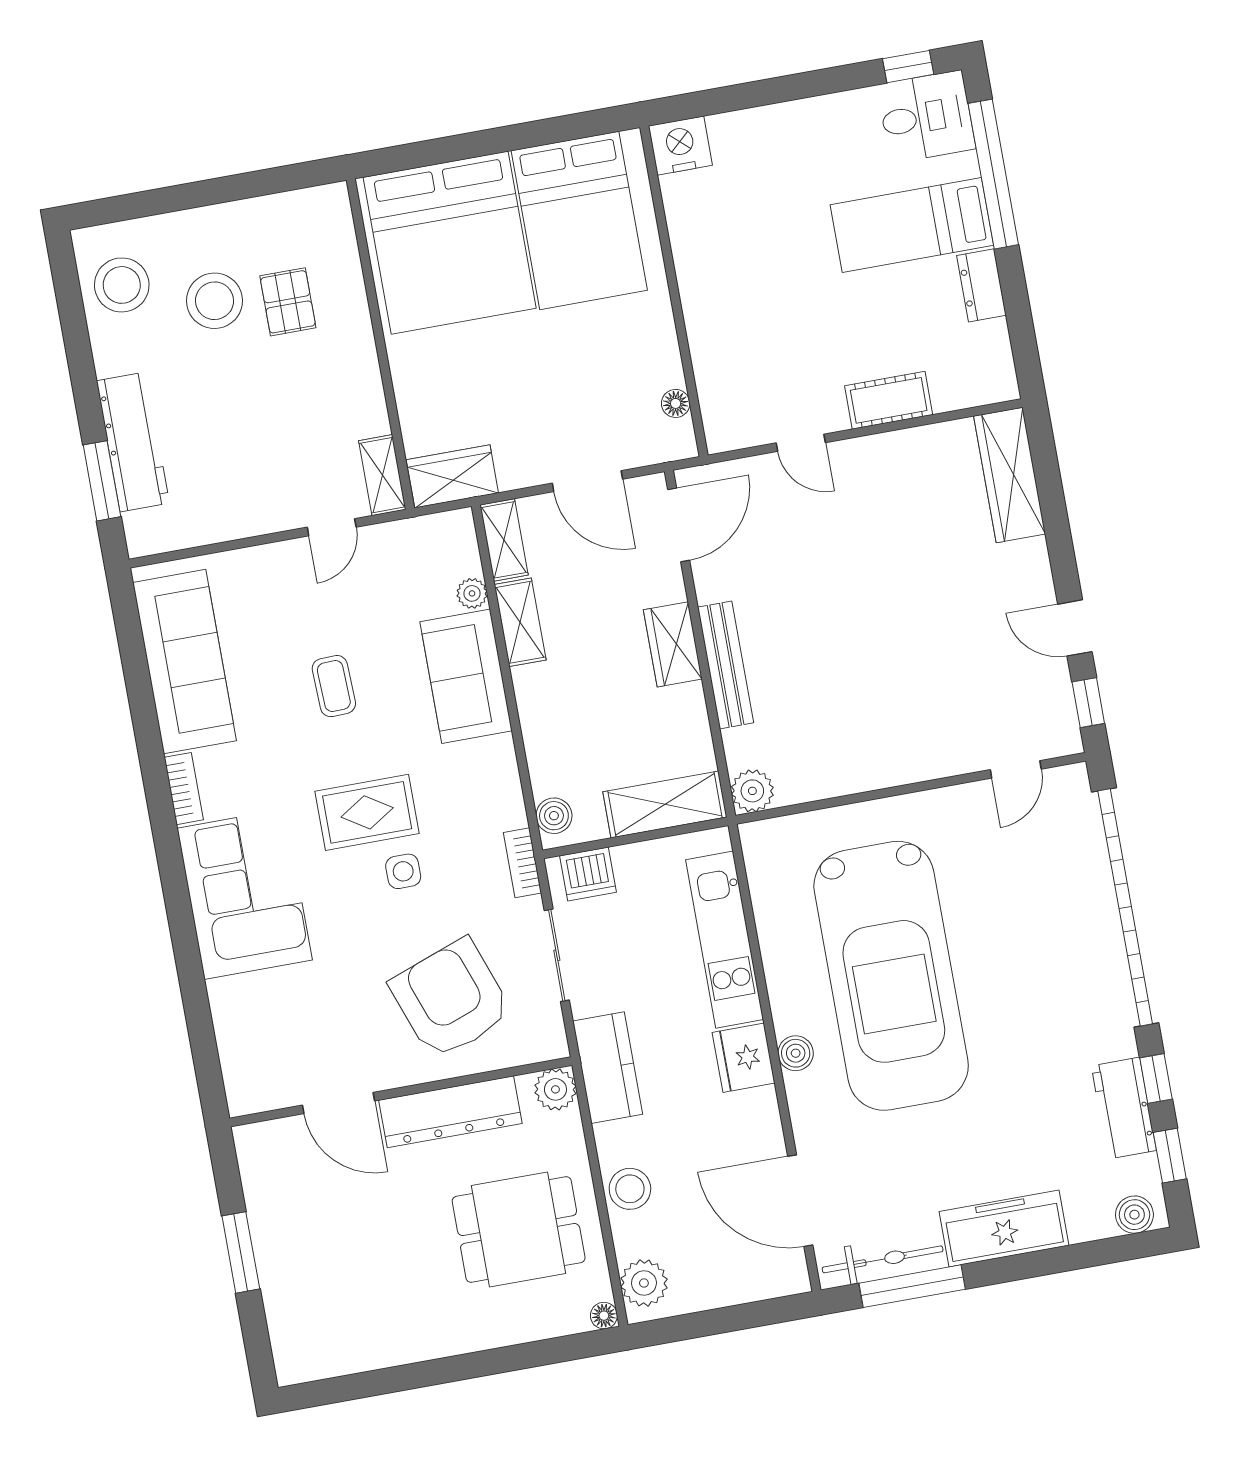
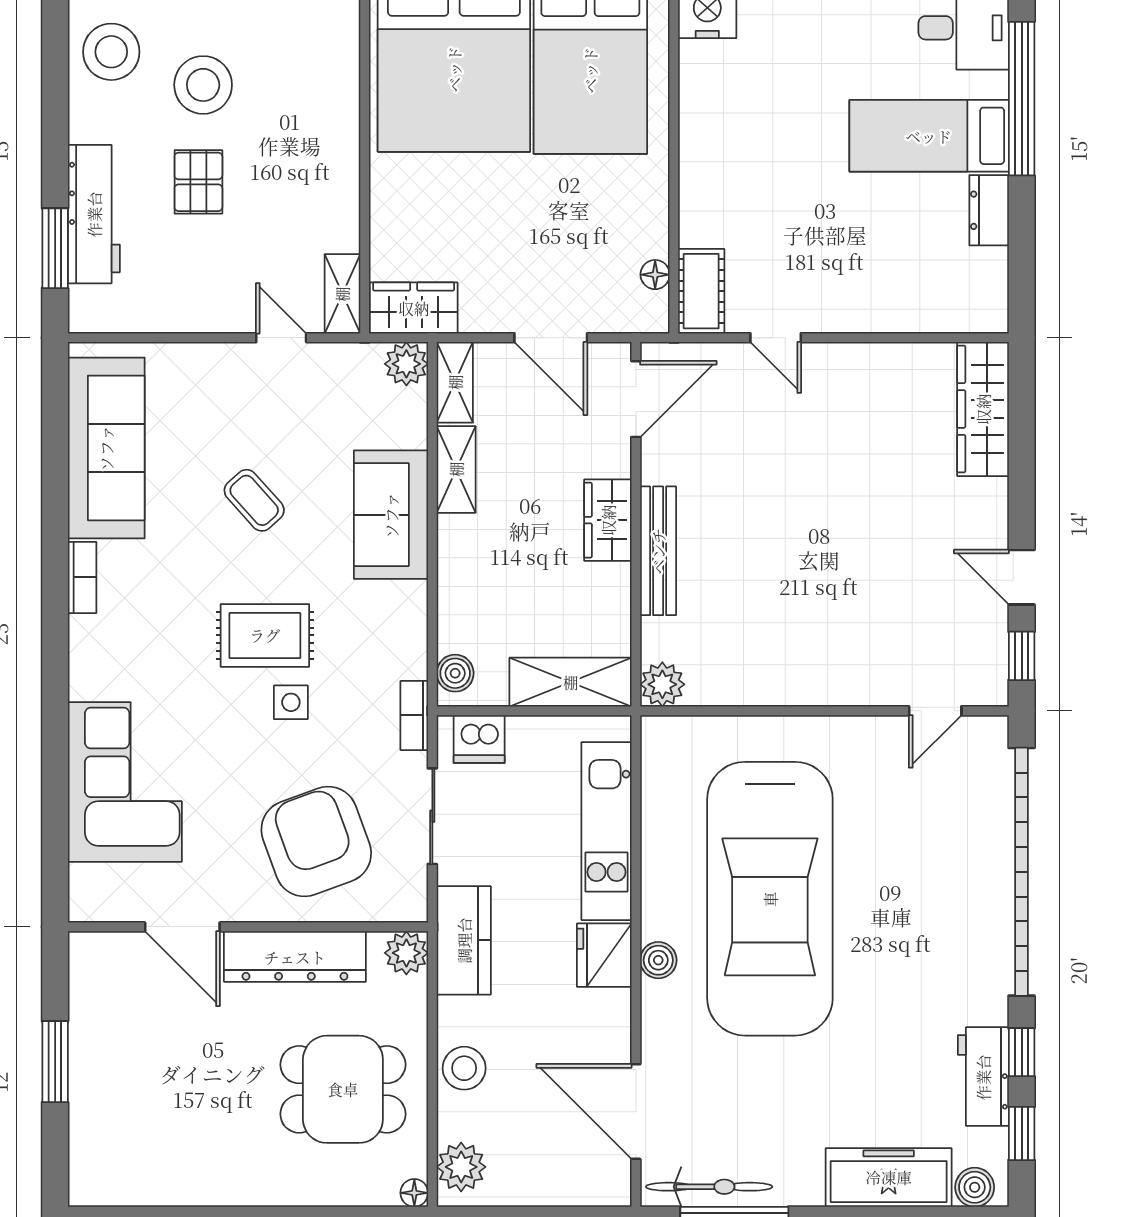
pallet: (288, 302) -> (198, 182), moved
cot: (889, 400) -> (701, 291), moved, turned 90
door: (332, 527) -> (281, 338), swing flipped
plant: (472, 593) -> (406, 364), moved, width x1.38, depth x1.38
coffee table: (334, 686) -> (254, 500), turned -40
corner sofa: (245, 894) -> (125, 782), moved
freezer: (1004, 1228) -> (889, 1177), moved

